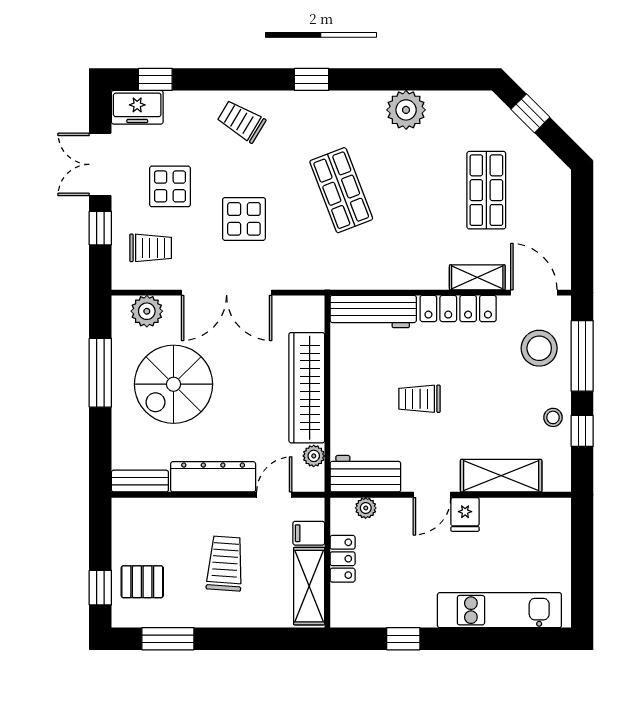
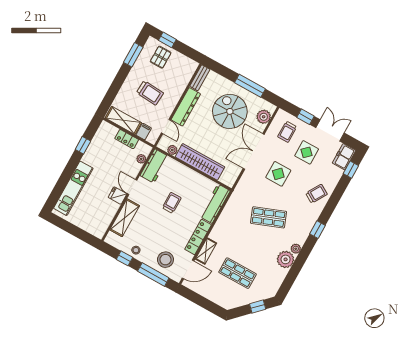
plant: (373, 102) -> (296, 249), added

